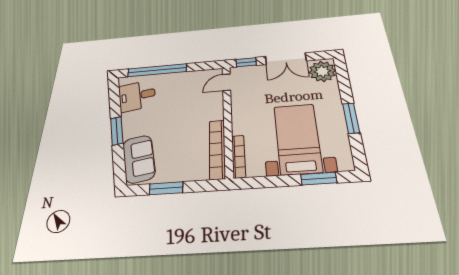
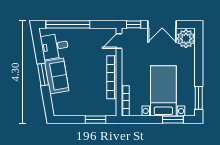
window: (351, 118) -> (199, 98), moved
bookcase: (217, 149) -> (112, 77), moved
sofa: (139, 159) -> (57, 76), moved
window: (166, 188) -> (96, 120), moved

